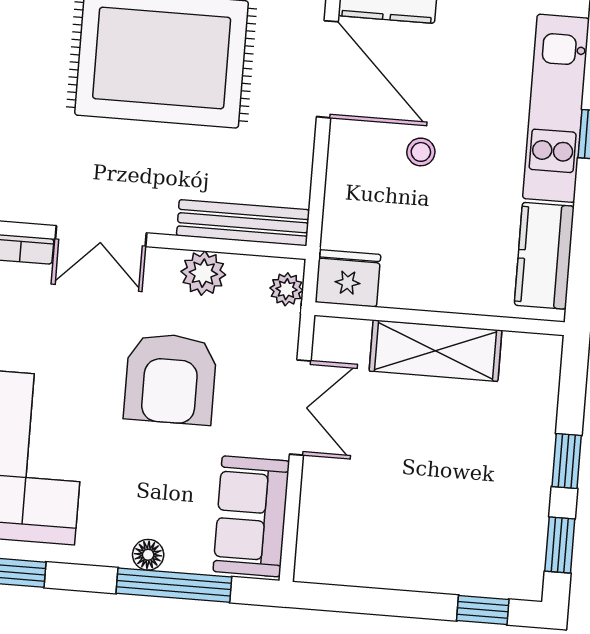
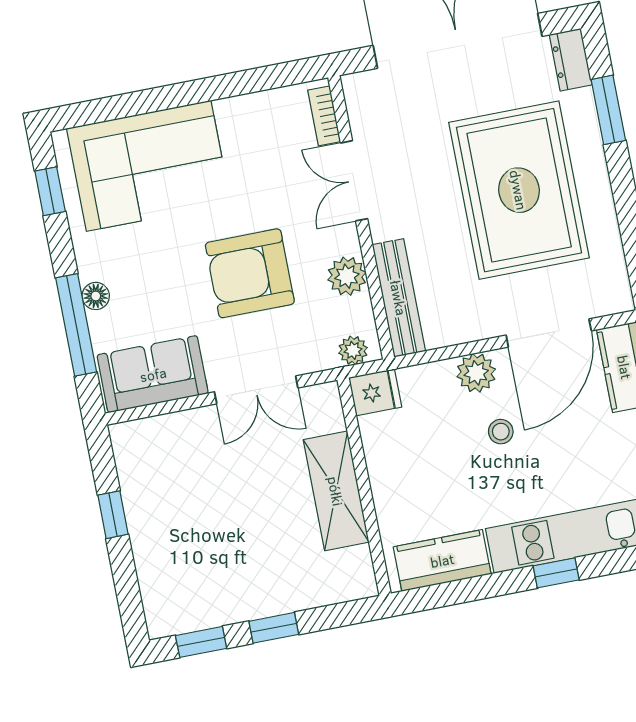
plant: (349, 161) -> (476, 373), added
fridge: (348, 278) -> (375, 392), width x0.72
window: (483, 610) -> (113, 515), moved

